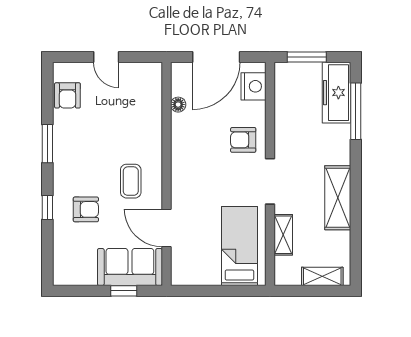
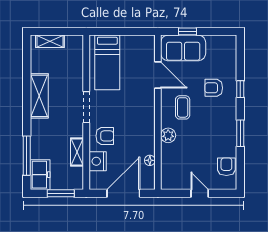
nightstand: (253, 86) -> (98, 161), moved
freezer: (337, 93) -> (40, 175), width x0.71
plant: (152, 141) -> (168, 135), added
shelving: (283, 235) -> (77, 152), moved

